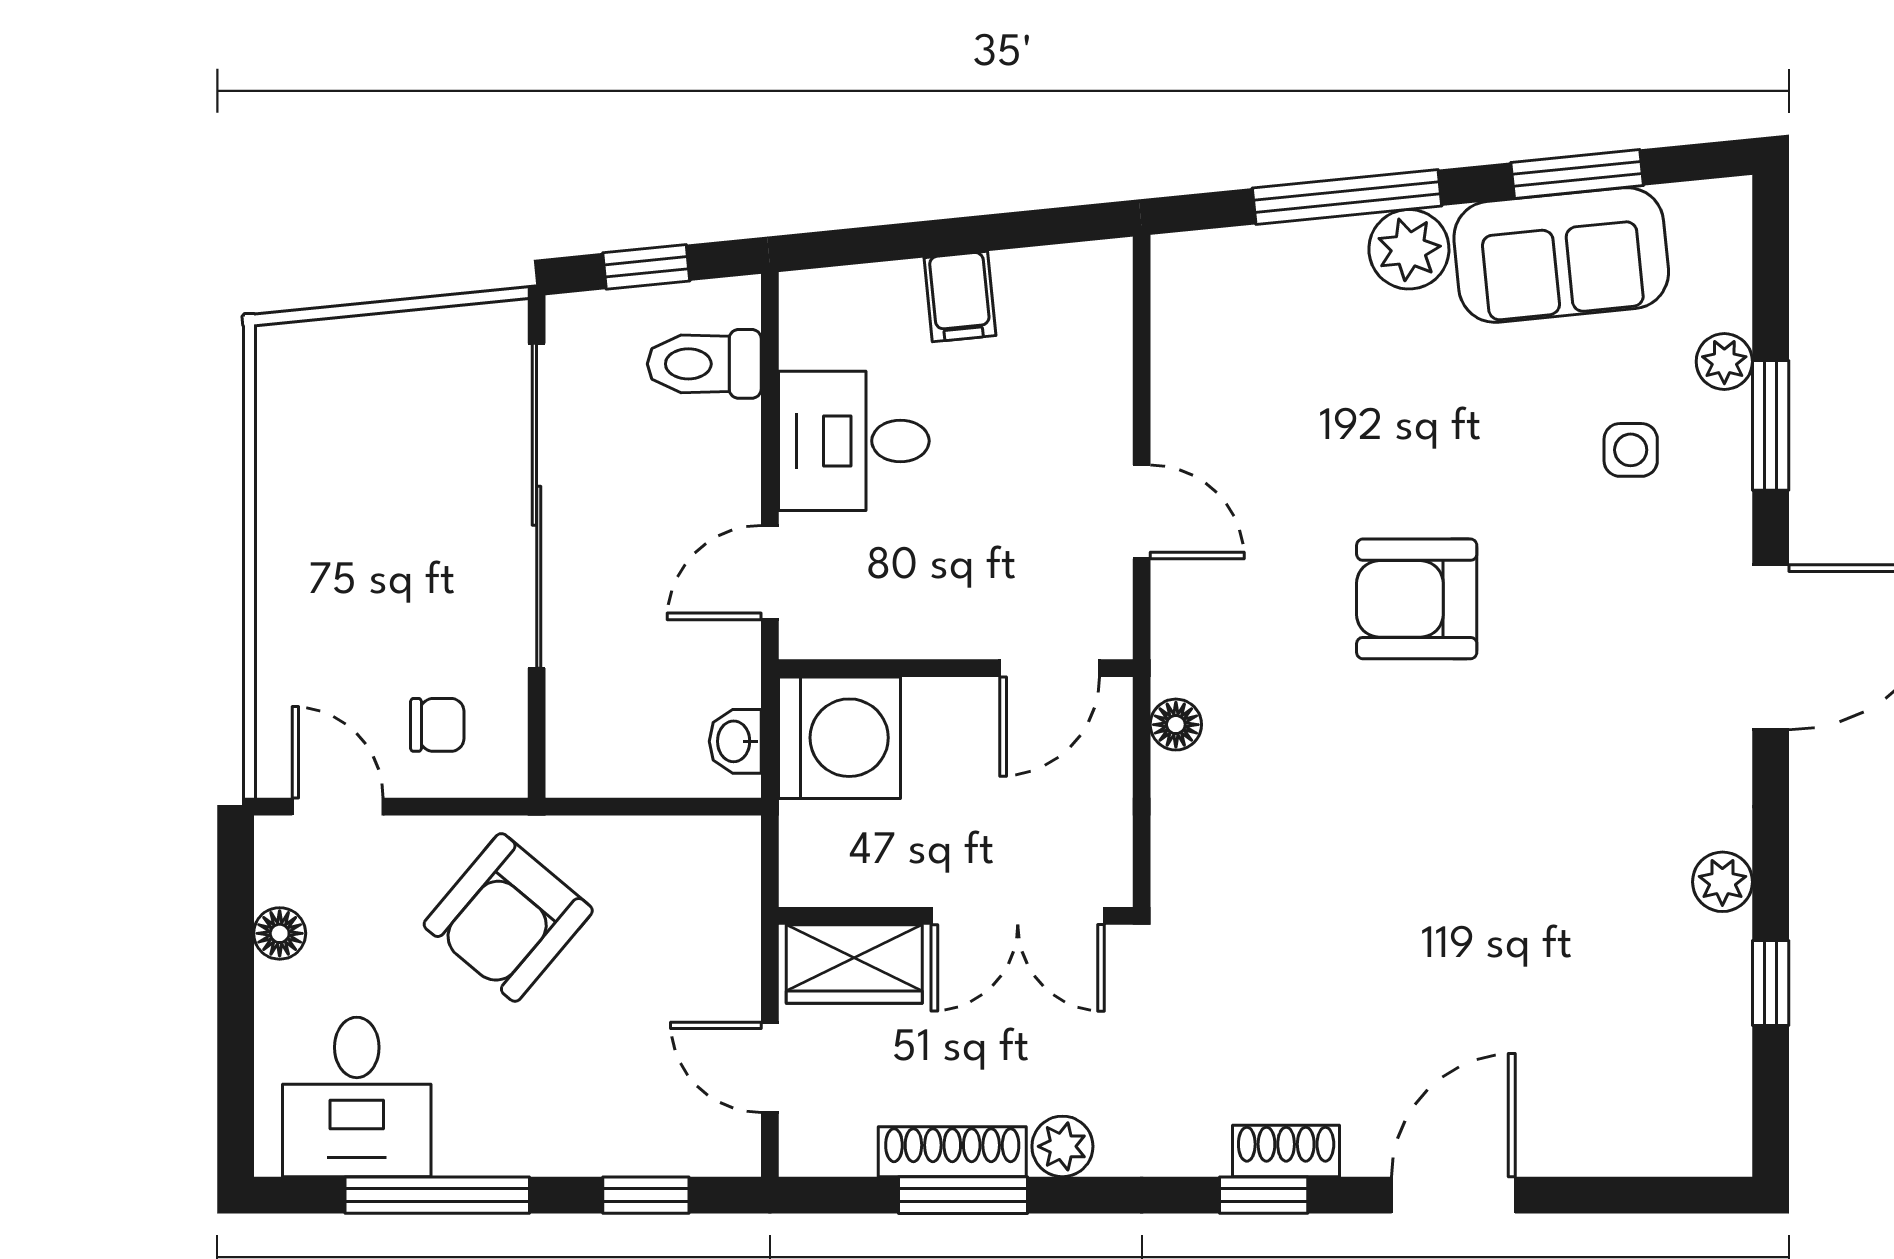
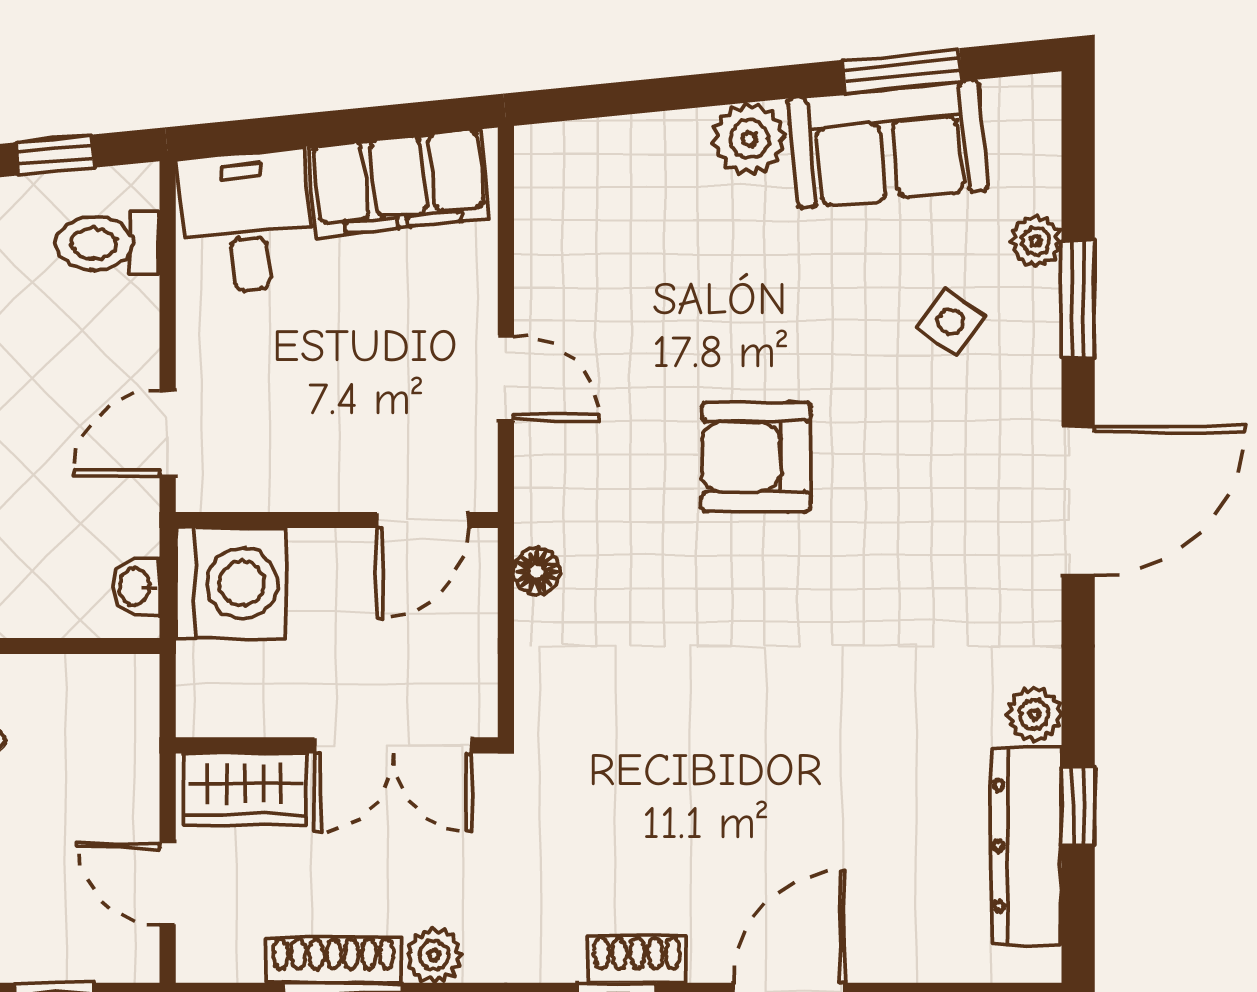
window: (1347, 197) -> (693, 91), removed
filing cabinet: (960, 297) -> (399, 183), width x3.00, depth x1.17
desk: (854, 441) -> (246, 221), moved, turned 84
side table: (1631, 450) -> (951, 321), turned 35
dresser: (1714, 1026) -> (1026, 846), added

